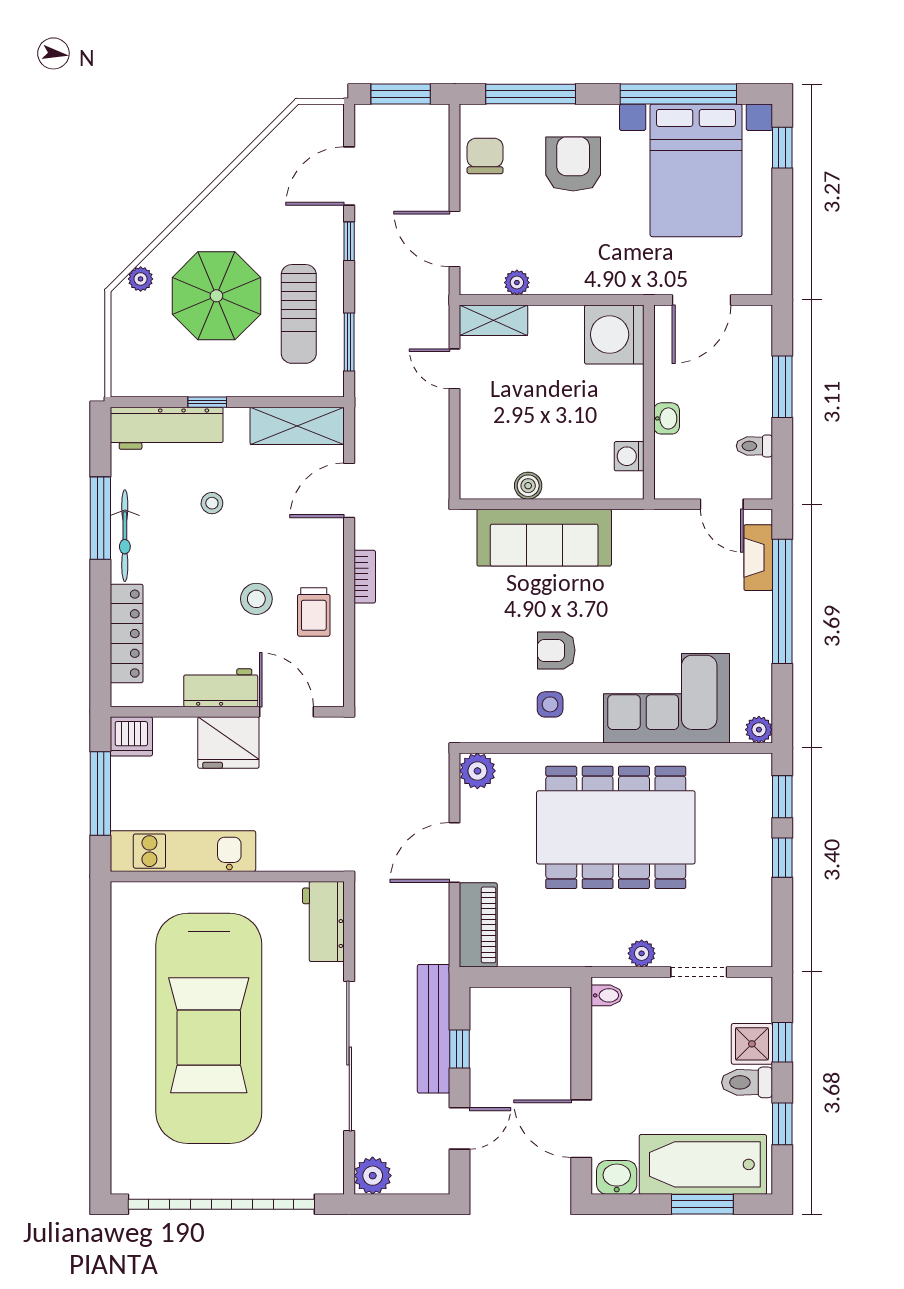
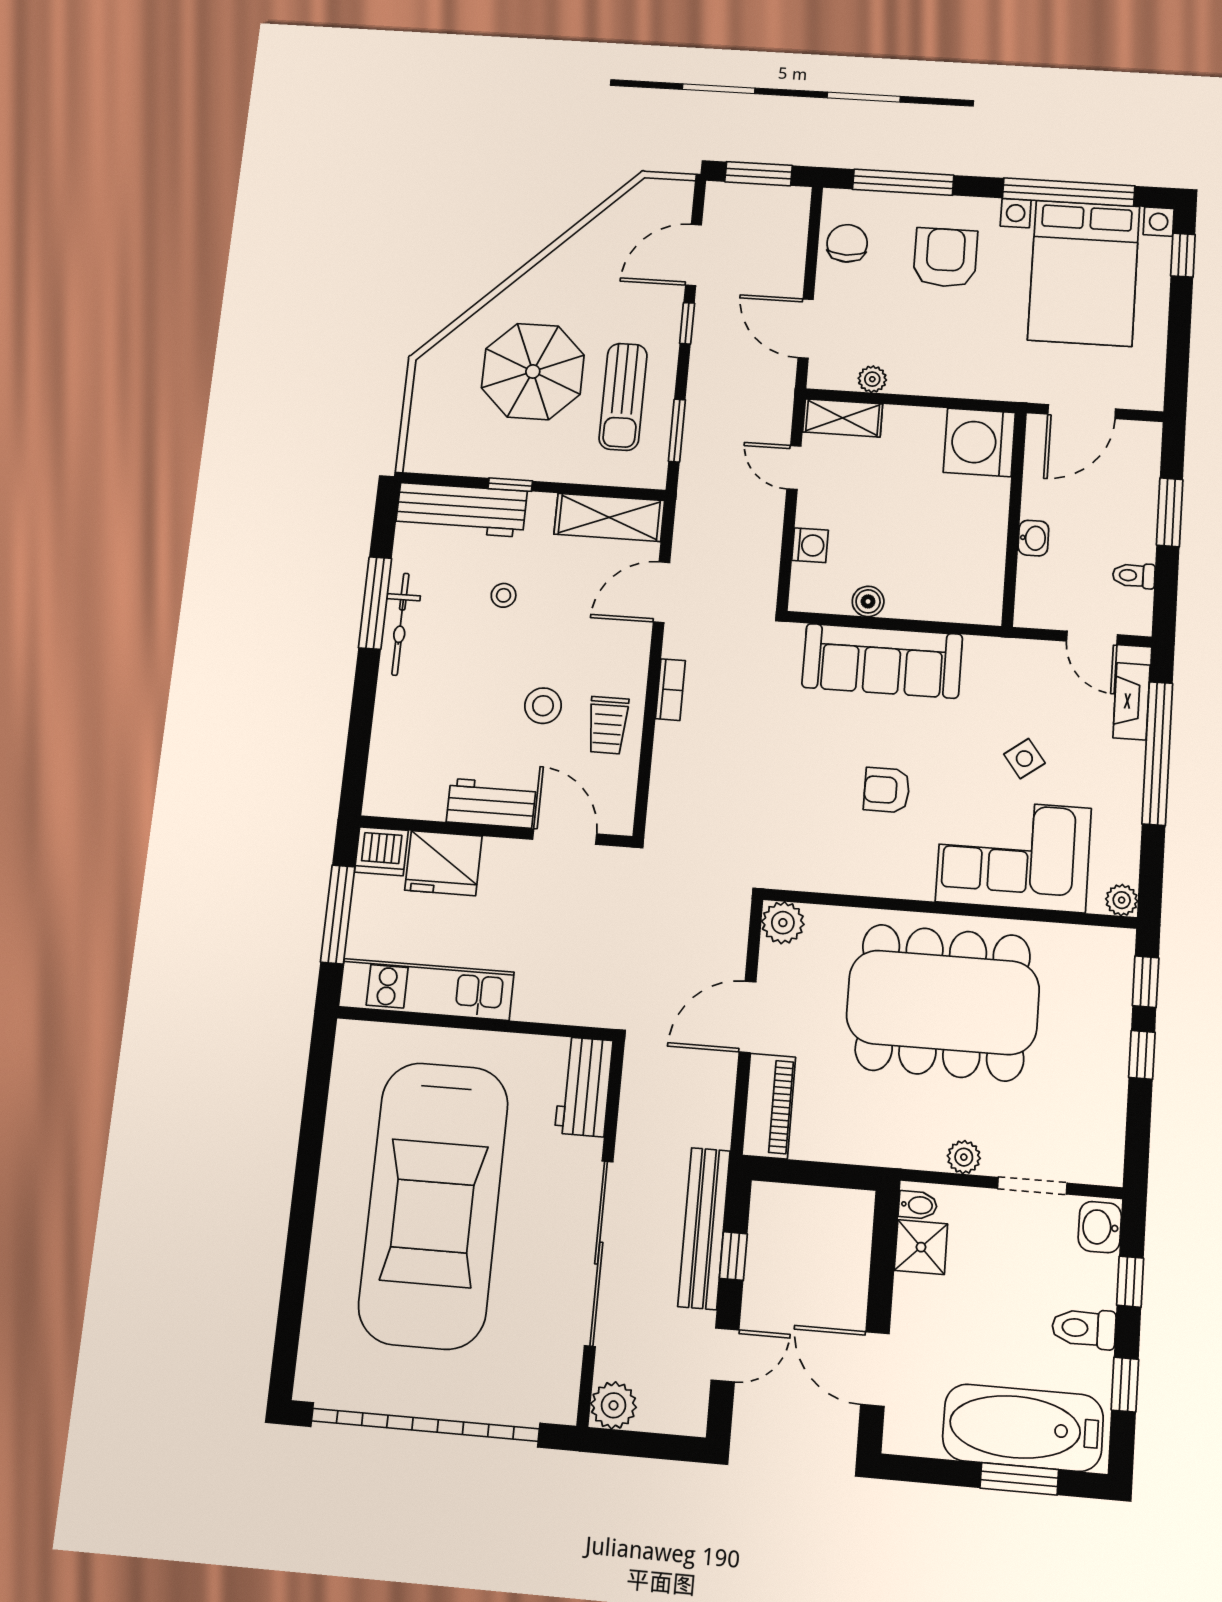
plant: (141, 279) -> (450, 348), removed
washing machine: (629, 456) -> (810, 545), moved, turned 180
locker: (127, 634) -> (390, 734), removed
side table: (550, 704) -> (1024, 759), moved, turned -37
fridge: (228, 743) -> (443, 863), moved
shower: (752, 1044) -> (921, 1247), moved
washbasin: (617, 1177) -> (1100, 1227), moved, turned -90

